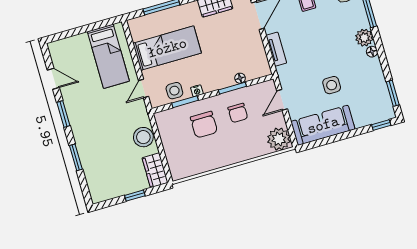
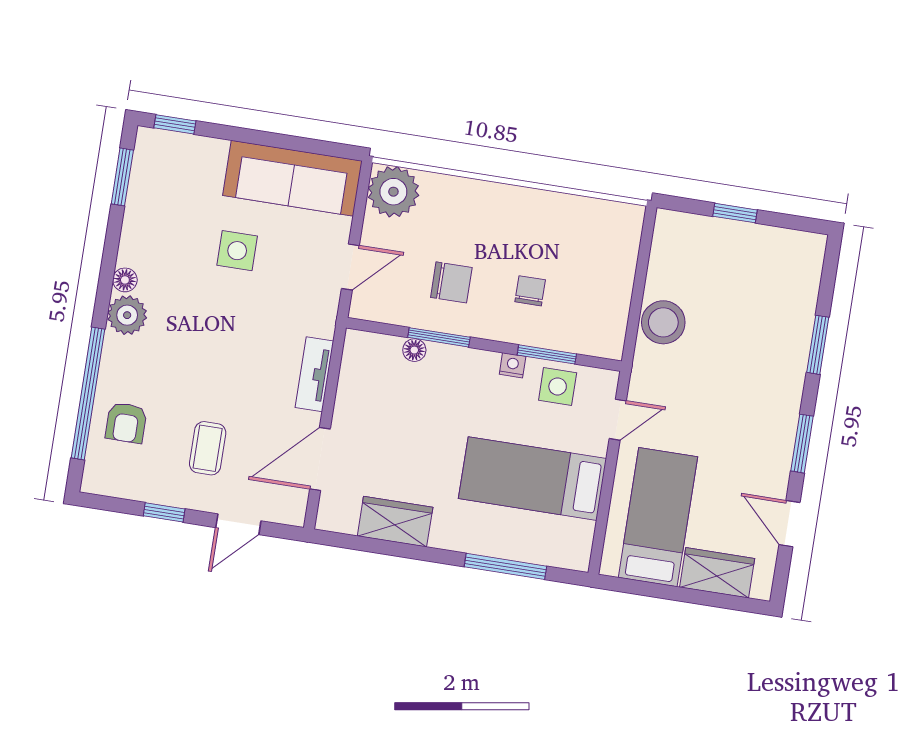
chair: (238, 113) -> (451, 282), turned 90
chair: (204, 125) -> (530, 291), width x0.54, depth x0.54
wardrobe: (155, 170) -> (717, 573), moved, turned -90

